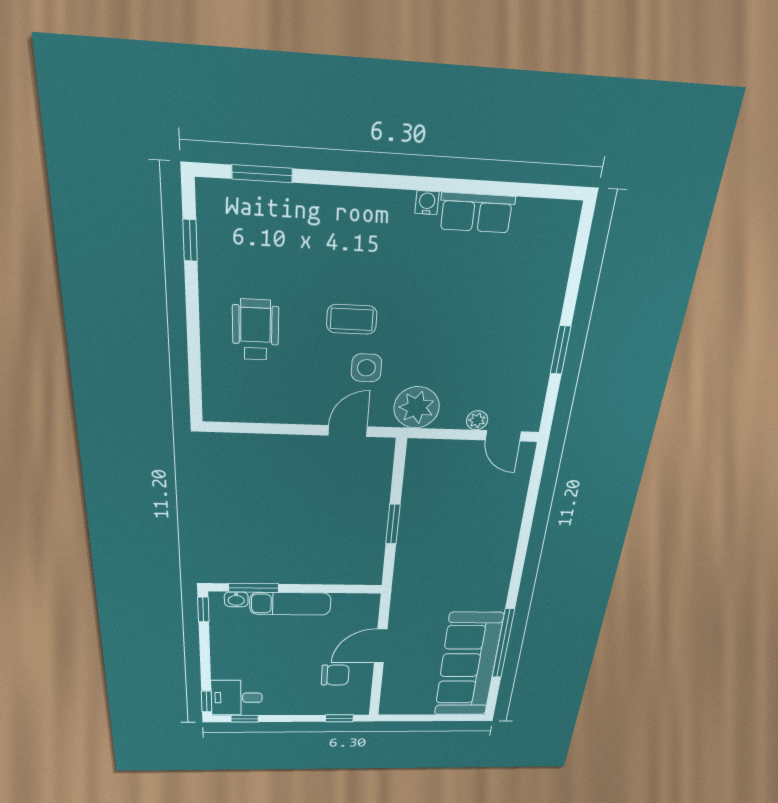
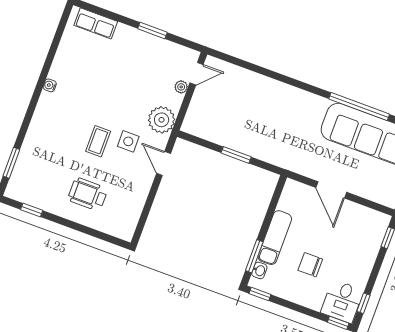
row of seats: (477, 213) -> (96, 23), moved, turned 90
chair: (335, 675) -> (310, 265), moved, turned -90

